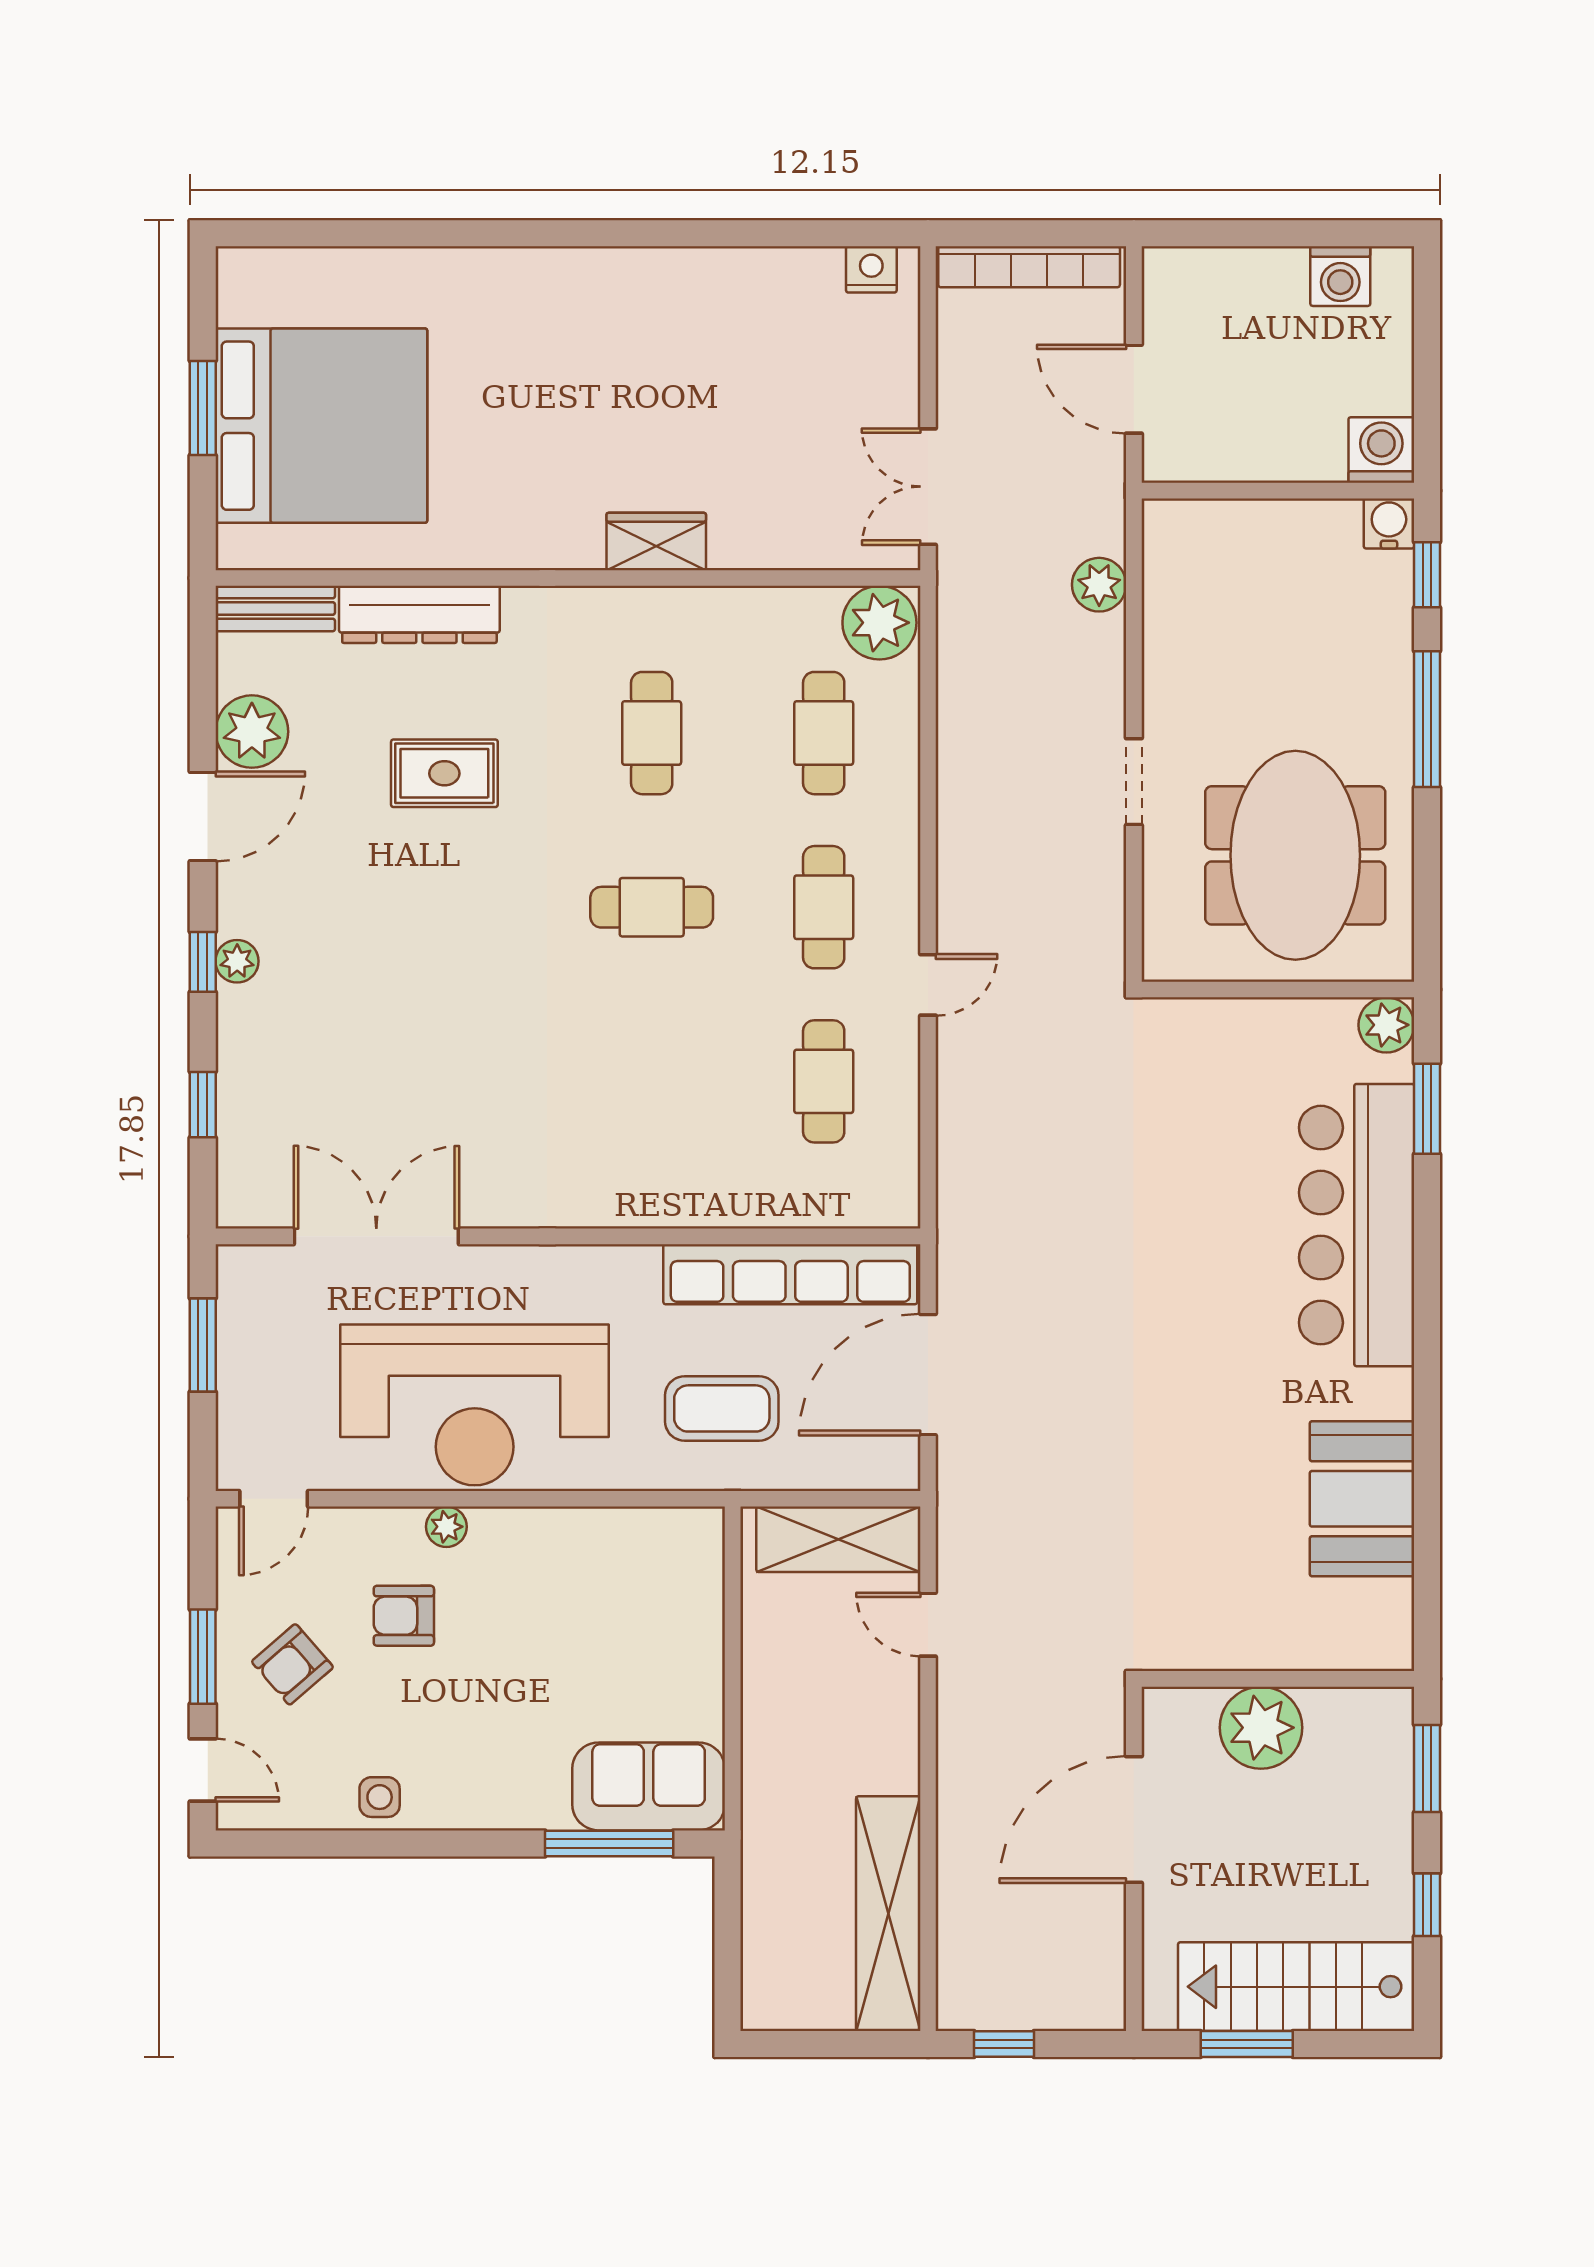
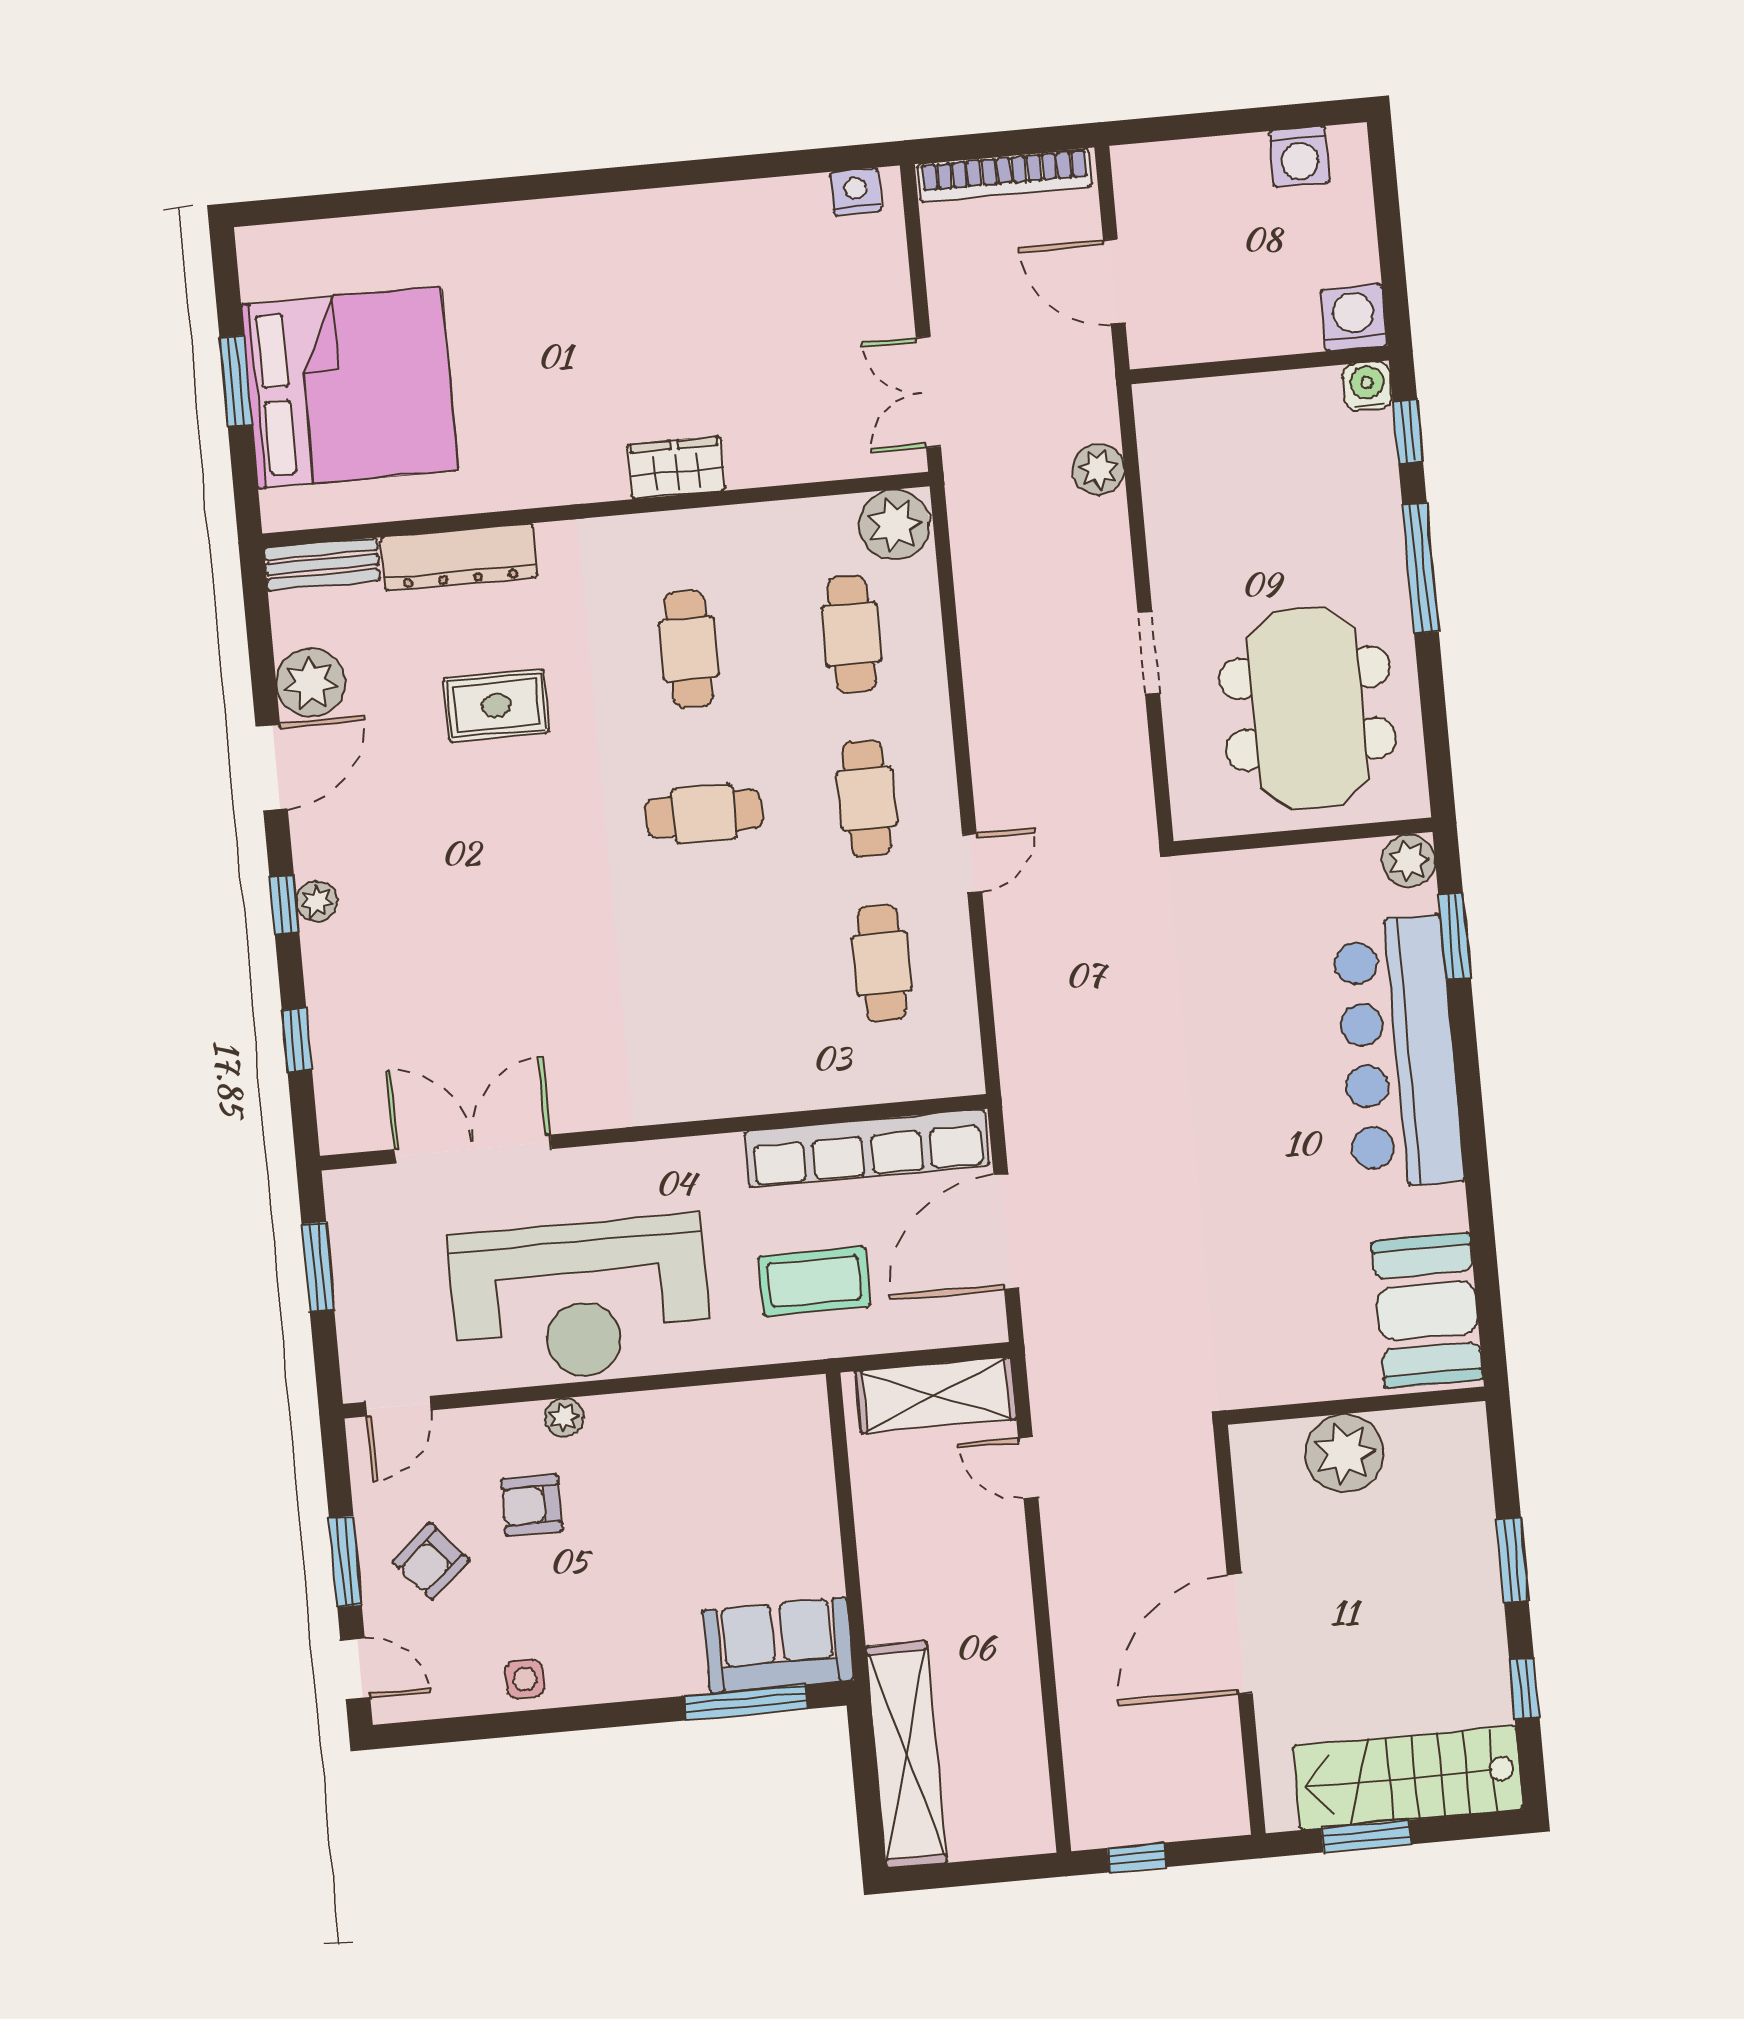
wall: (1278, 1679) -> (1356, 1406), moved
plant: (1261, 1728) -> (1344, 1453), moved
shelving: (888, 1914) -> (906, 1755), moved

